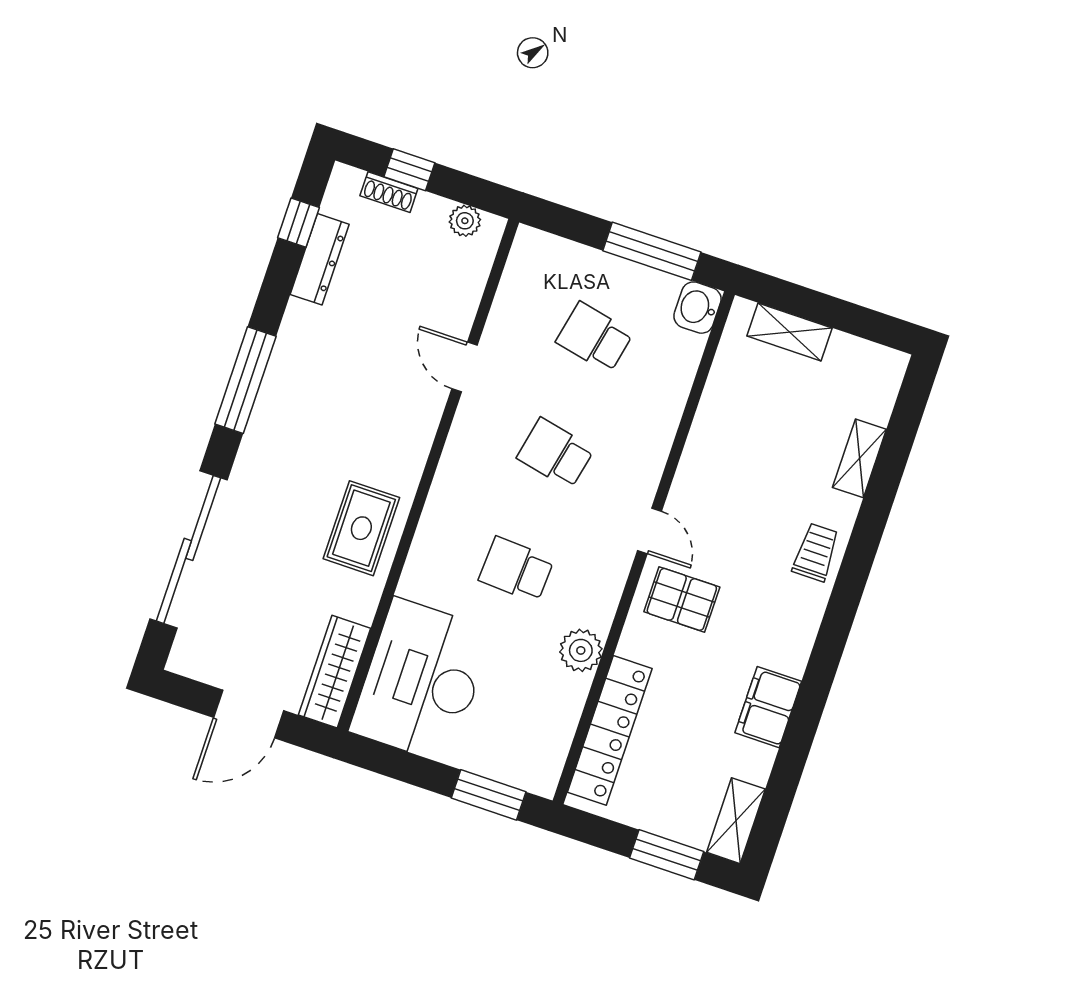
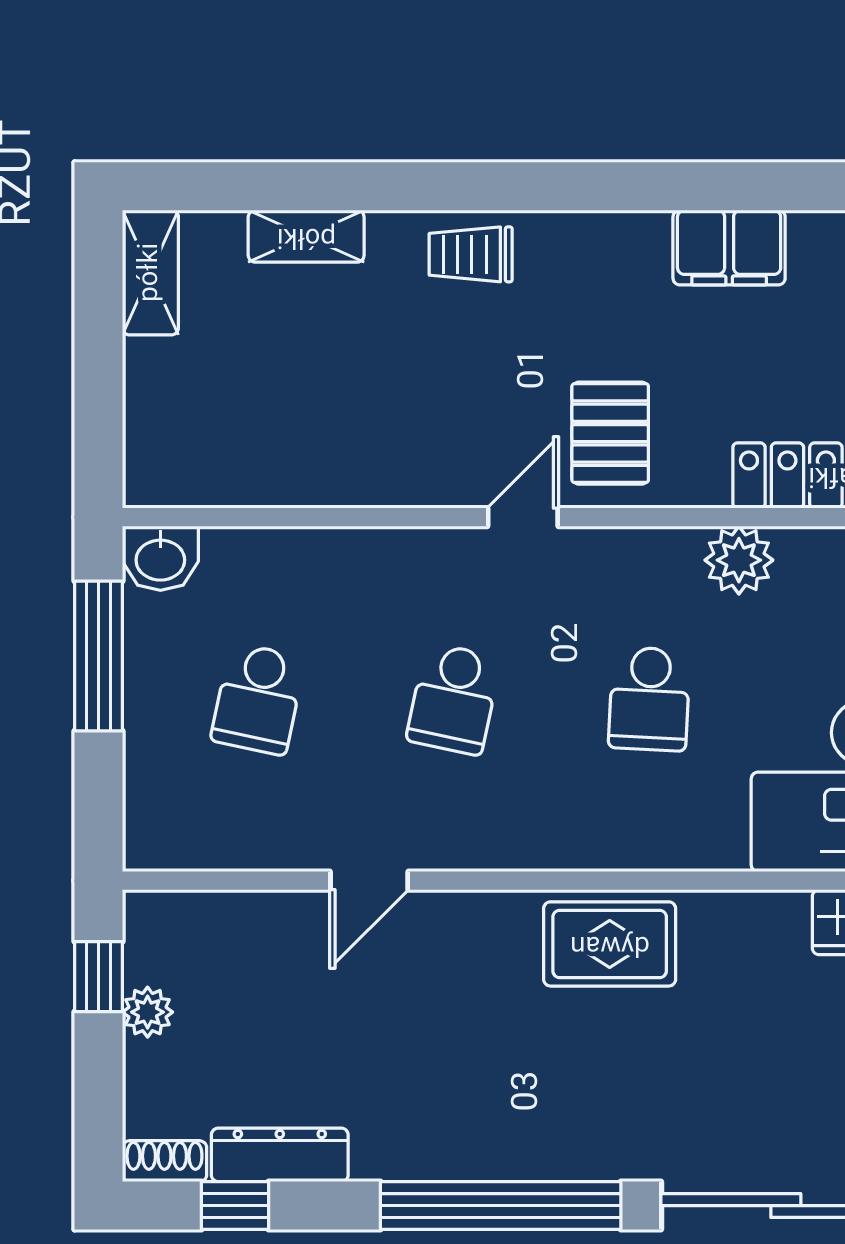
window: (409, 170) -> (99, 977), moved
shoe rack: (389, 192) -> (164, 1161), moved, turned -90
plant: (465, 221) -> (148, 1012), moved
shelving: (790, 332) -> (150, 272), moved
window: (245, 380) -> (501, 1206), width x1.46
rug: (361, 528) -> (610, 944), moved

